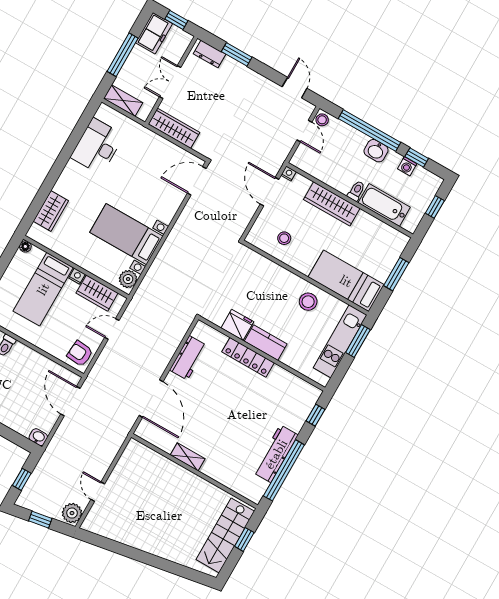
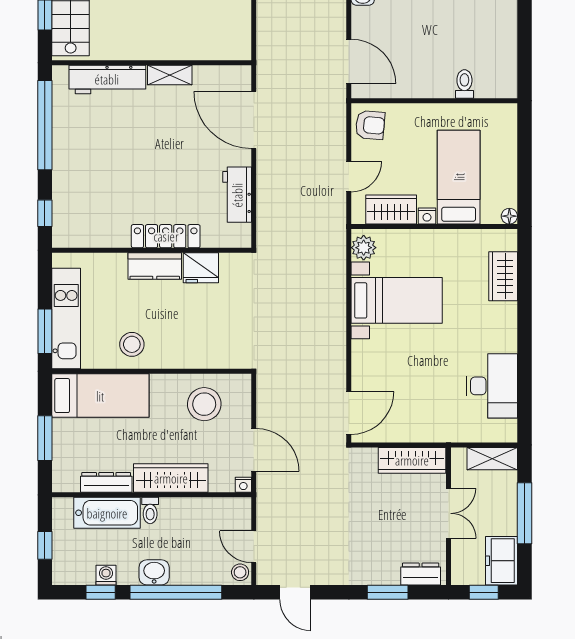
dresser: (374, 224) -> (106, 482), added
stool: (284, 238) -> (204, 404), width x1.89, depth x1.89
workbench: (276, 454) -> (107, 79), moved, turned 90

